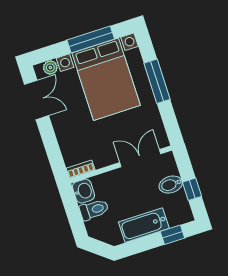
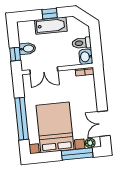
window: (91, 40) -> (77, 154), moved
window: (157, 81) -> (22, 119), width x1.46
window: (192, 189) -> (15, 54), moved
window: (172, 235) -> (50, 14), moved

